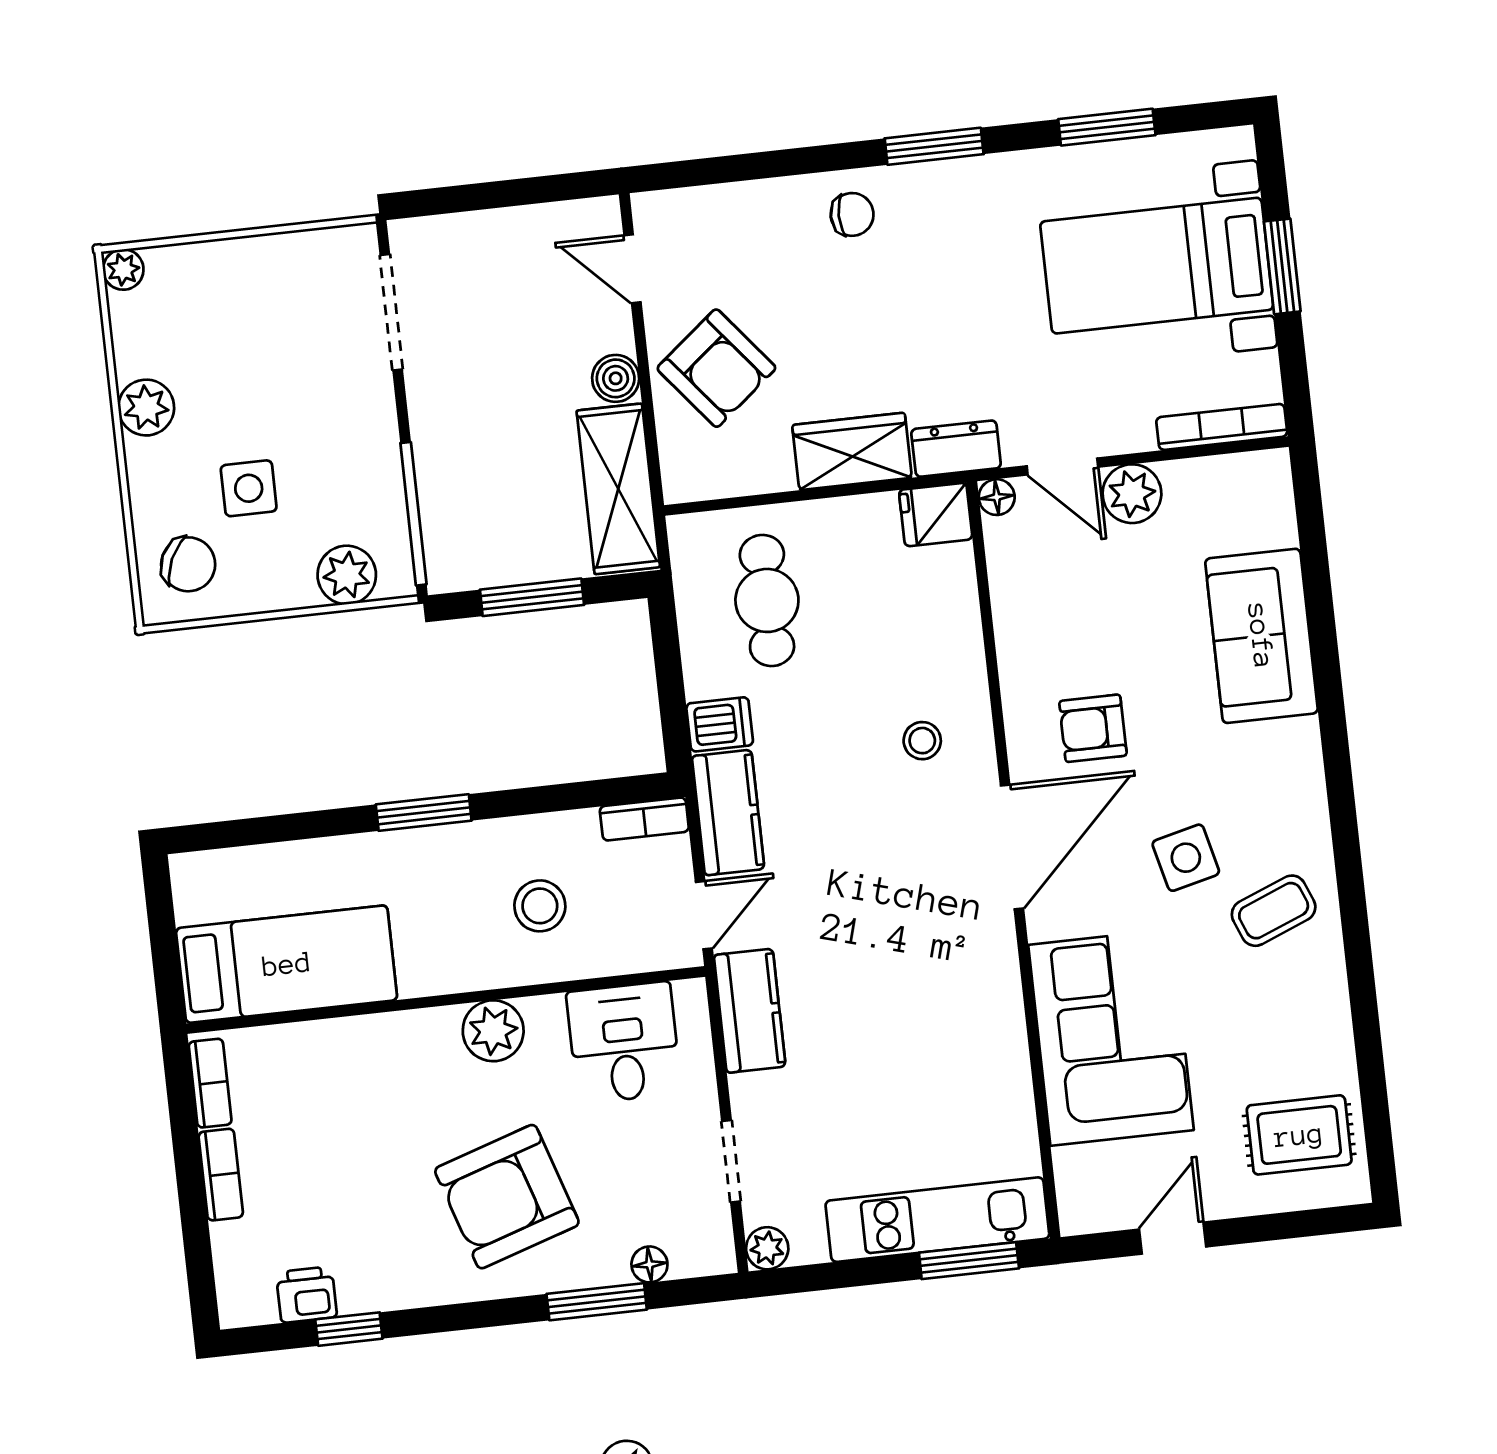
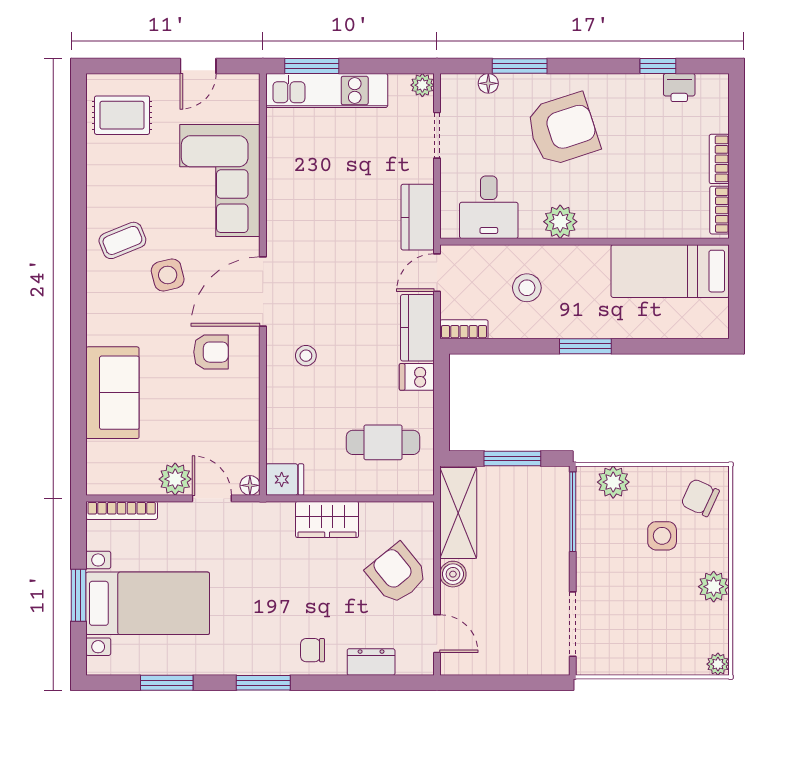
dresser: (956, 449) -> (371, 662), moved, turned 180
cafe table: (767, 600) -> (383, 442), turned 90

